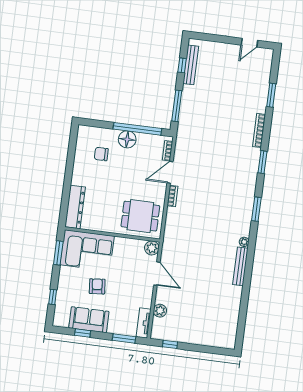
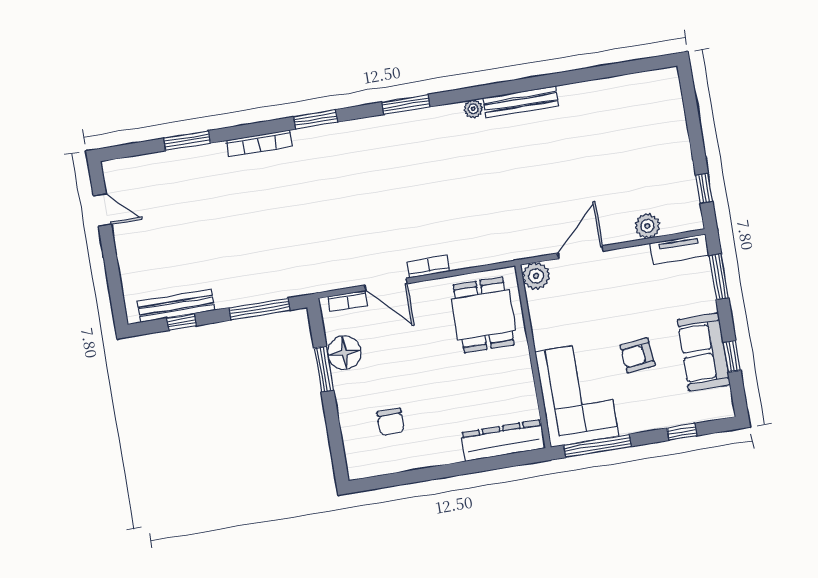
window: (137, 129) -> (324, 369), width x0.47
floor lamp: (127, 139) -> (344, 353), moved
window: (58, 253) -> (597, 446), width x1.44

